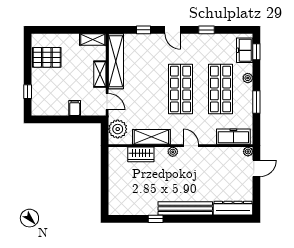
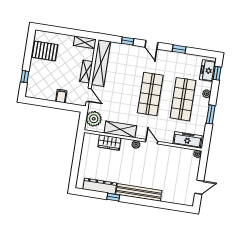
door: (256, 168) -> (199, 187), moved
dresser: (233, 208) -> (100, 186), moved

